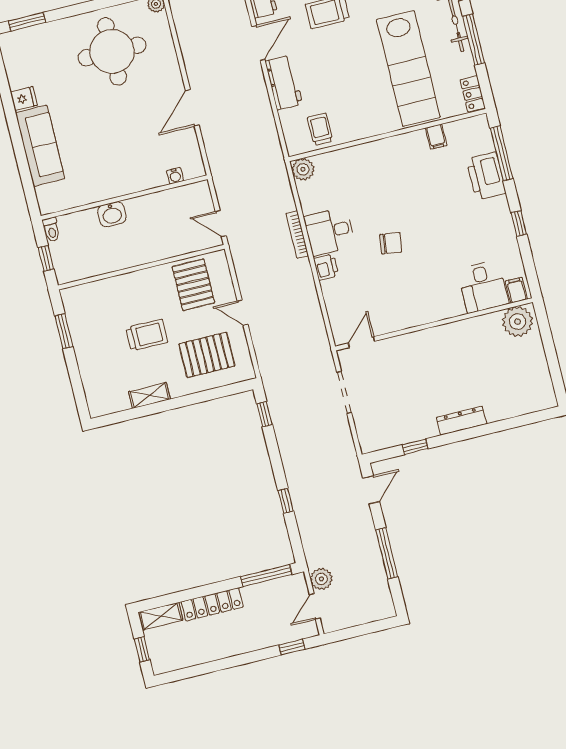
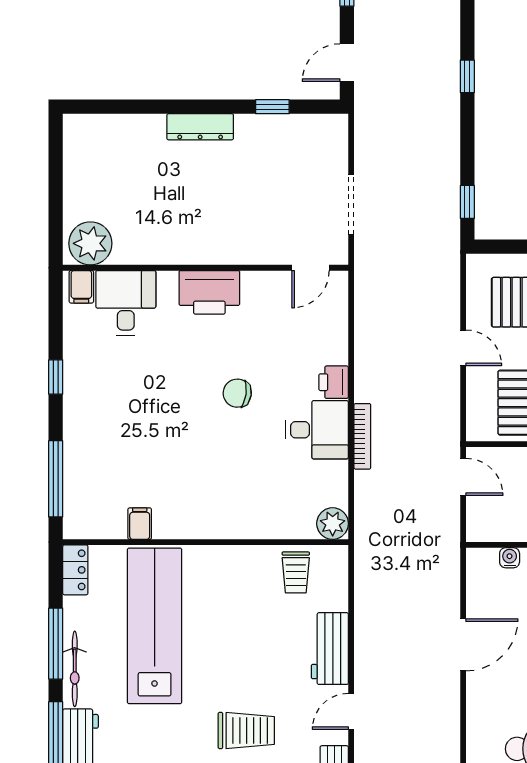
door: (258, 43) -> (351, 711), width x0.73
printer: (486, 176) -> (209, 292), moved, turned 90

